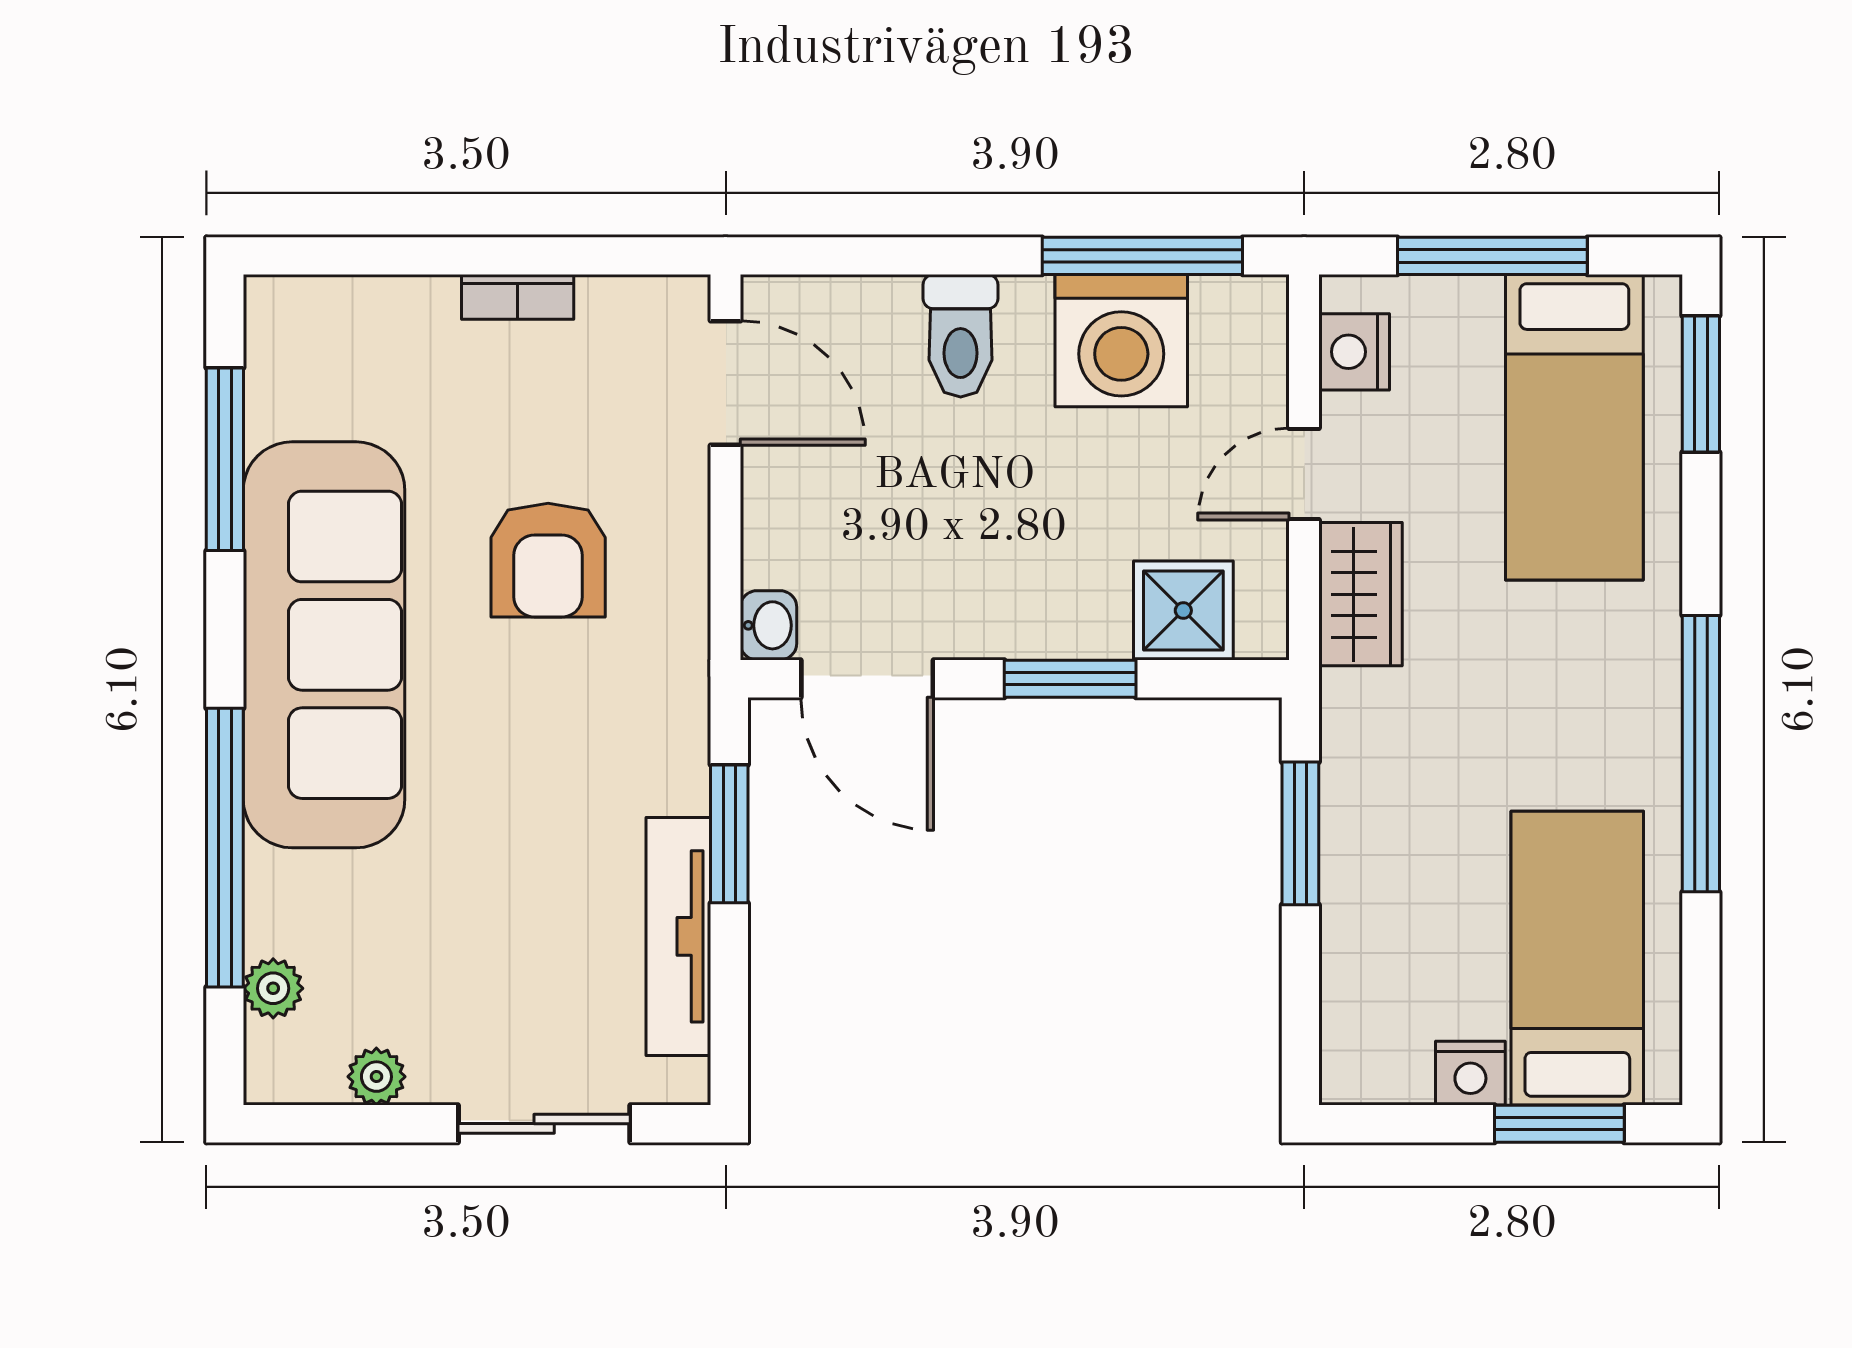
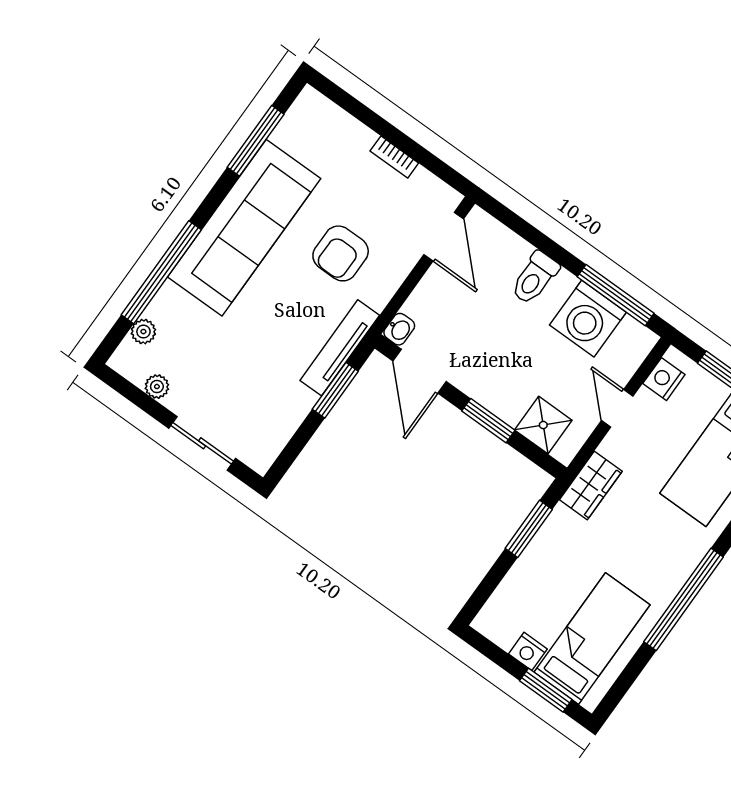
door: (1304, 474) -> (617, 408), hinge flipped
wardrobe: (1360, 594) -> (591, 485), moved
tv unit: (678, 936) -> (340, 348), moved

